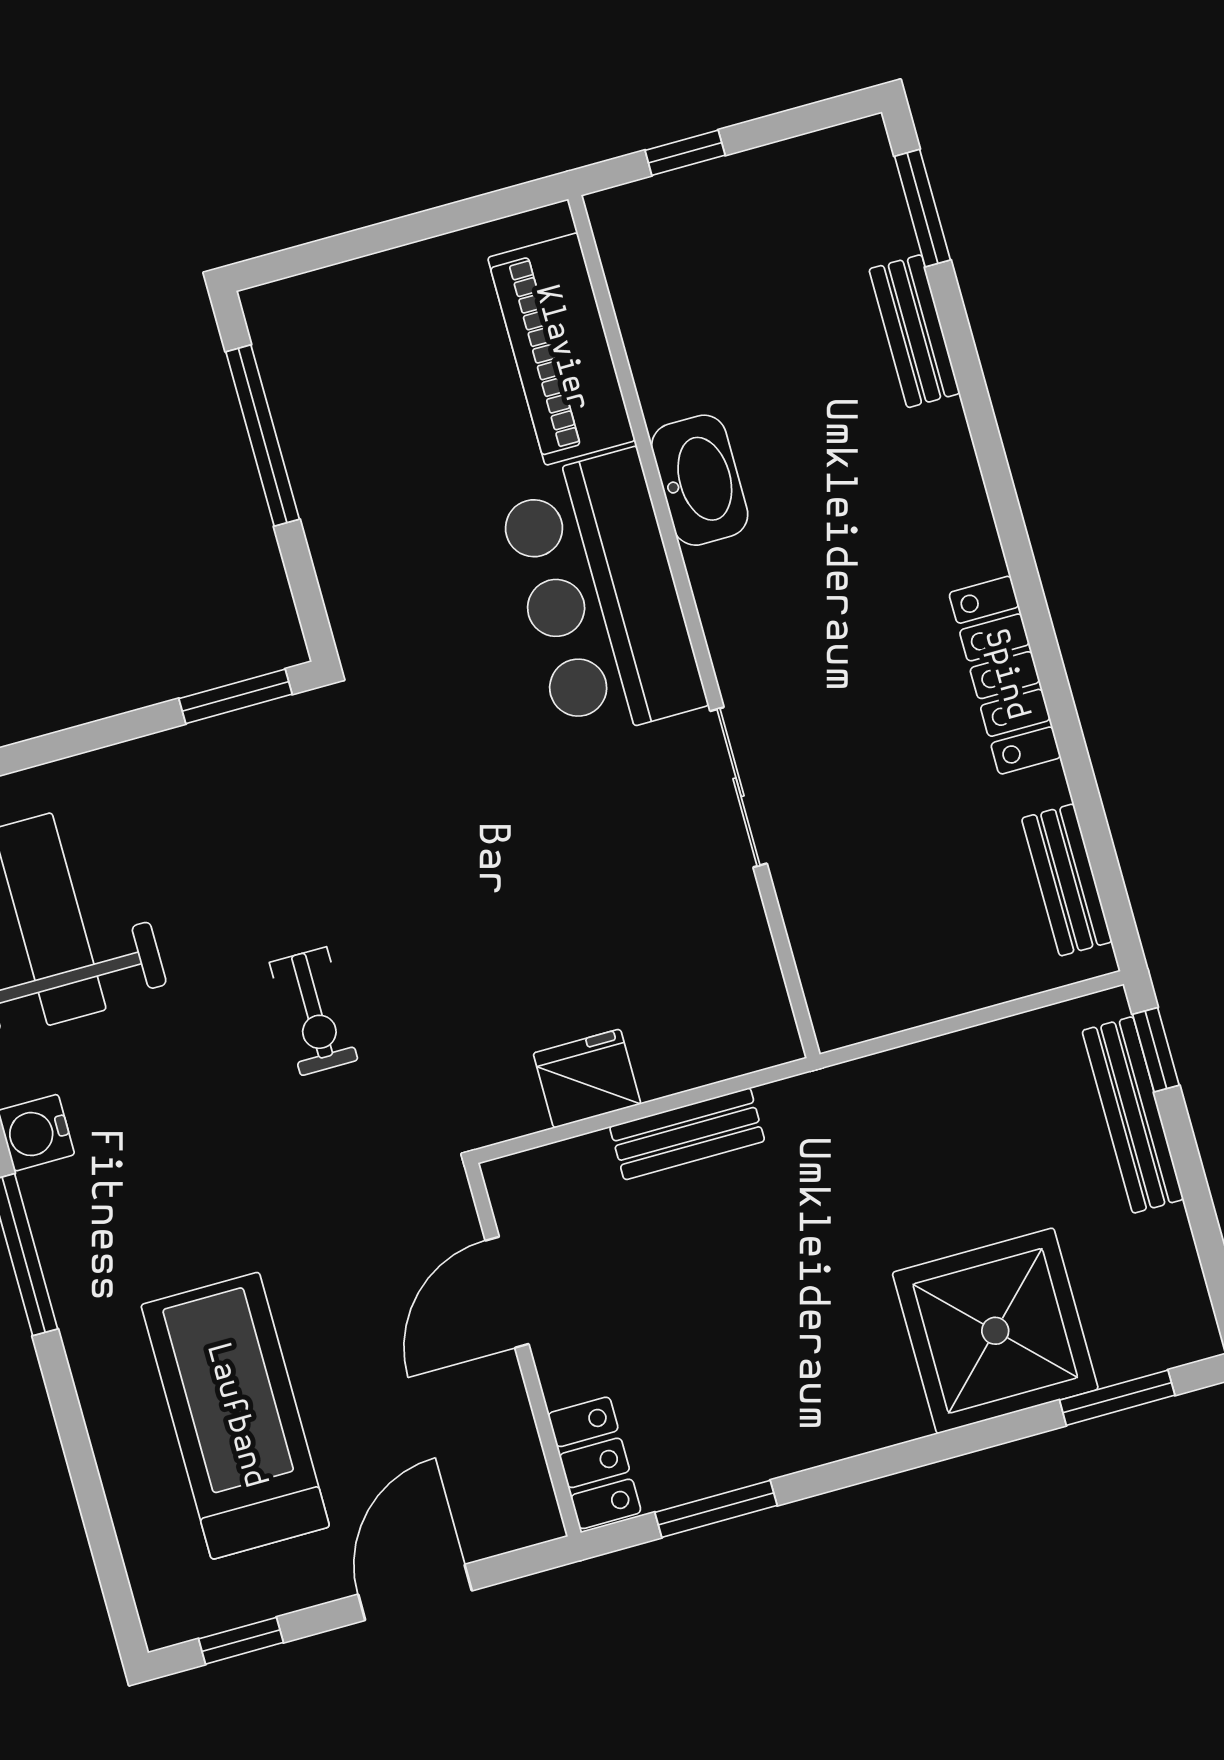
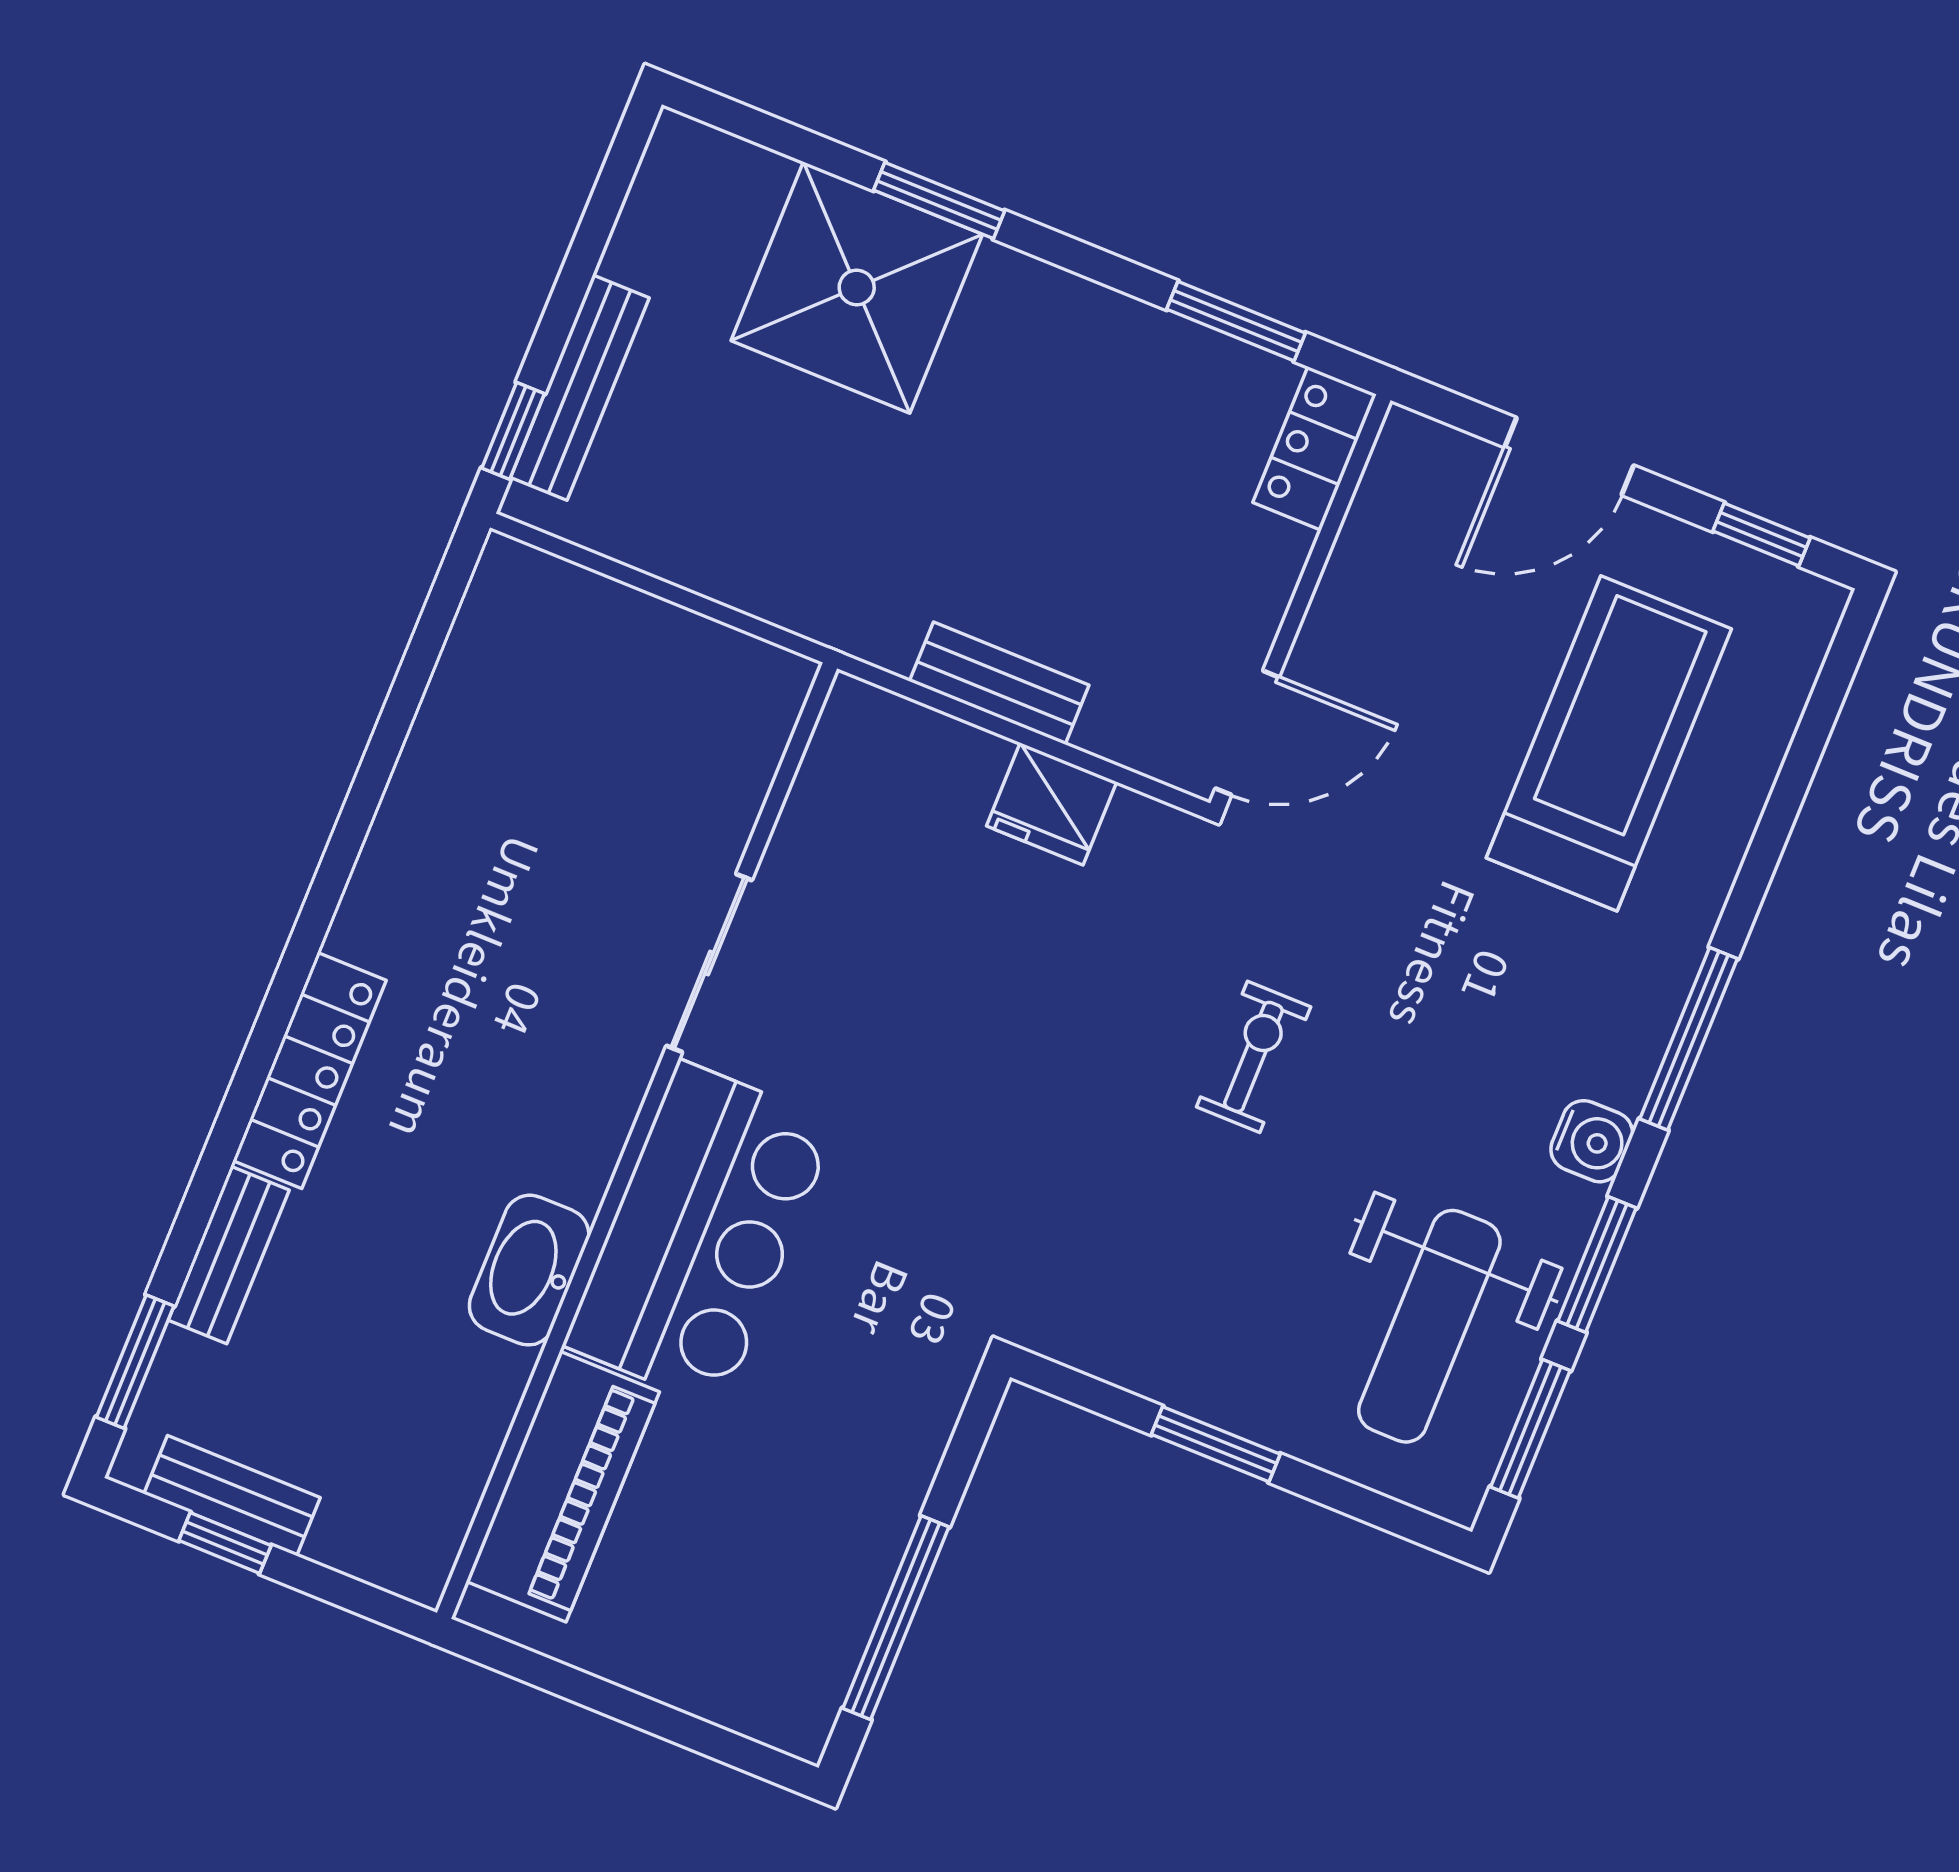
window: (685, 153) -> (225, 1543), moved
locker: (1005, 675) -> (310, 1071), moved
window: (235, 696) -> (1216, 1444), moved
bench: (1067, 880) -> (232, 1496), moved, turned 90
door: (507, 1292) -> (1247, 733), moved
window: (1117, 1398) -> (939, 200), moved
treadmill: (235, 1416) -> (1609, 743), turned 180

